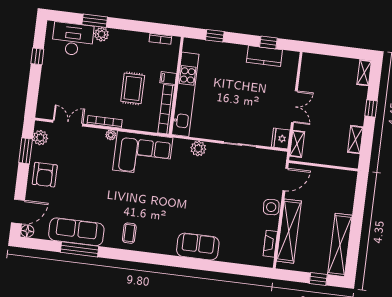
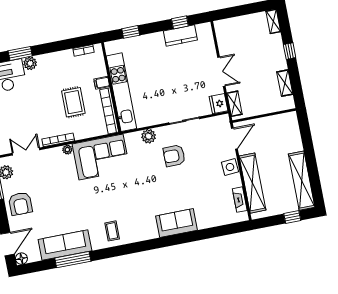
armchair: (218, 177) -> (174, 156), added

